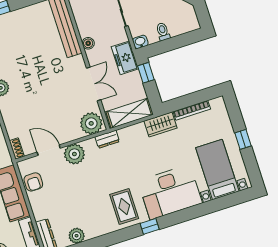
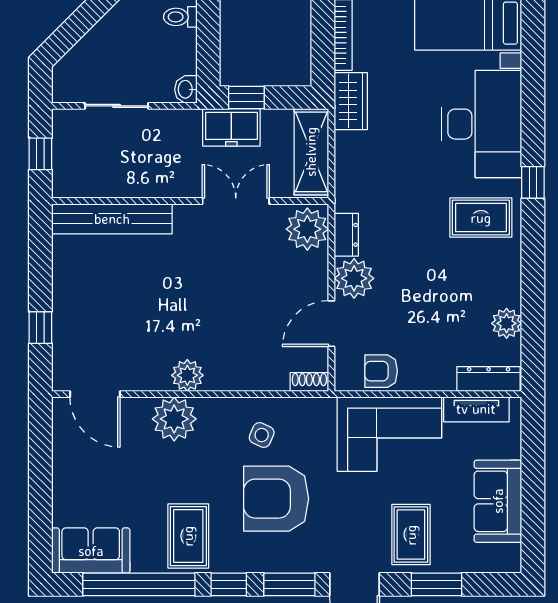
toilet: (163, 32) -> (180, 17), moved
boiler: (88, 43) -> (157, 187), removed
freezer: (125, 58) -> (231, 127), moved
dresser: (107, 139) -> (346, 235), moved
armchair: (33, 182) -> (381, 371), turned 180

